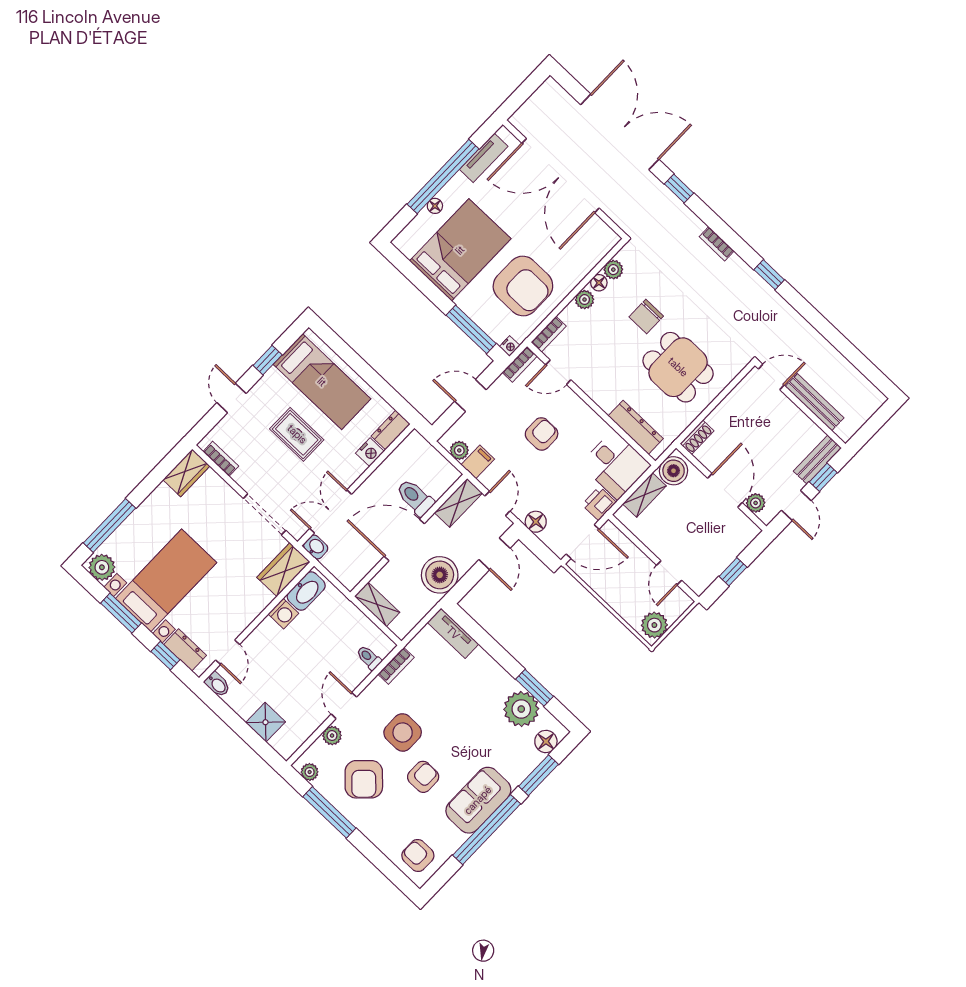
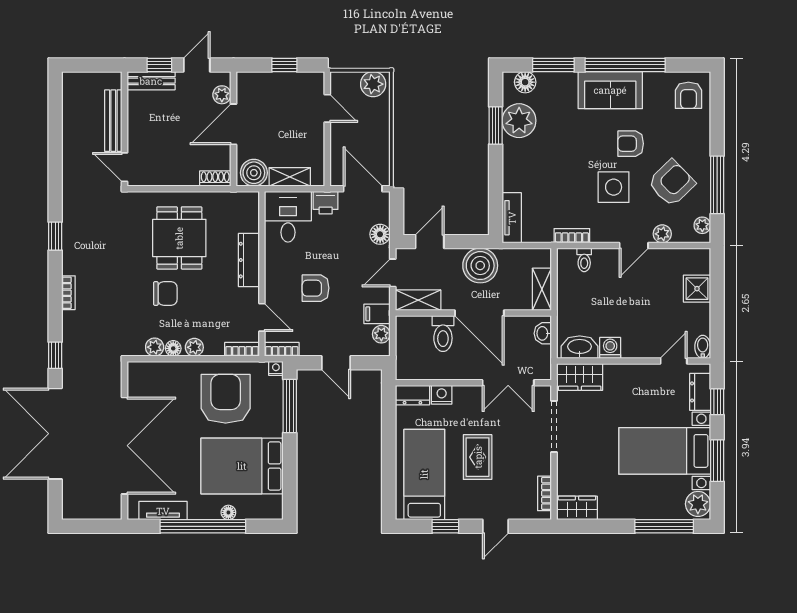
dresser: (636, 427) -> (249, 260), moved
washbasin: (316, 547) -> (543, 333), moved
door: (669, 573) -> (327, 108), hinge flipped

